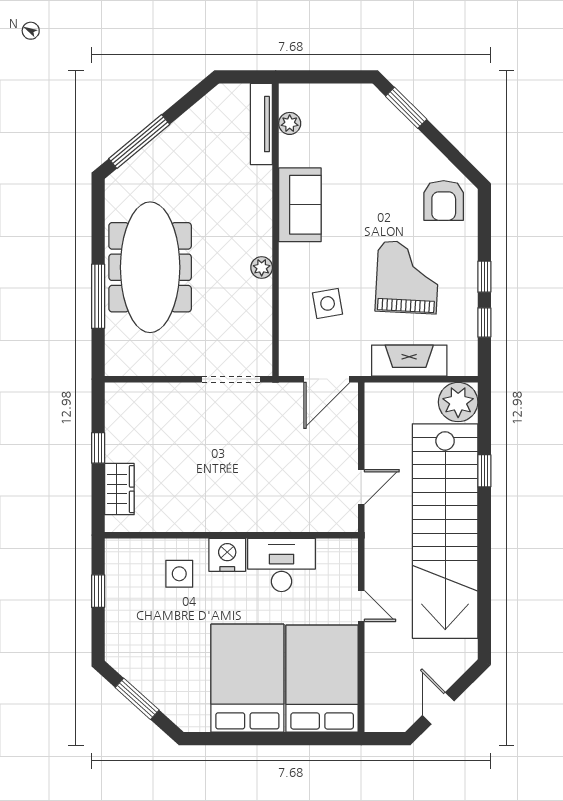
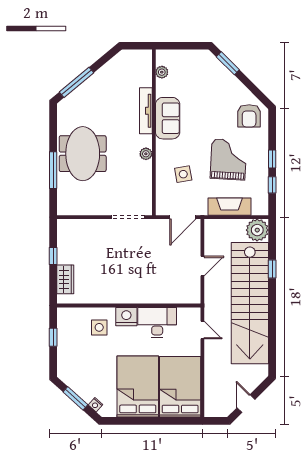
tv unit: (261, 124) -> (146, 111), moved
meeting table: (150, 267) -> (83, 154), width x0.73
door: (361, 487) -> (202, 266), moved
door: (361, 606) -> (202, 330), moved
nightstand: (173, 710) -> (96, 405), added

